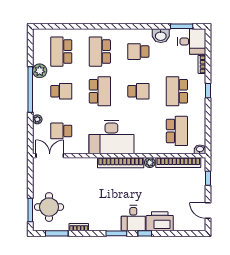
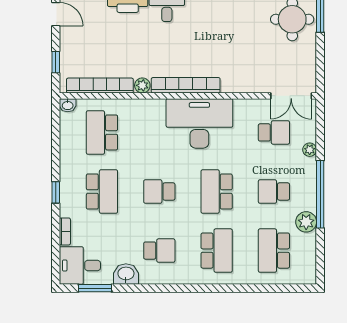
school desk: (61, 52) -> (274, 251), turned 180

